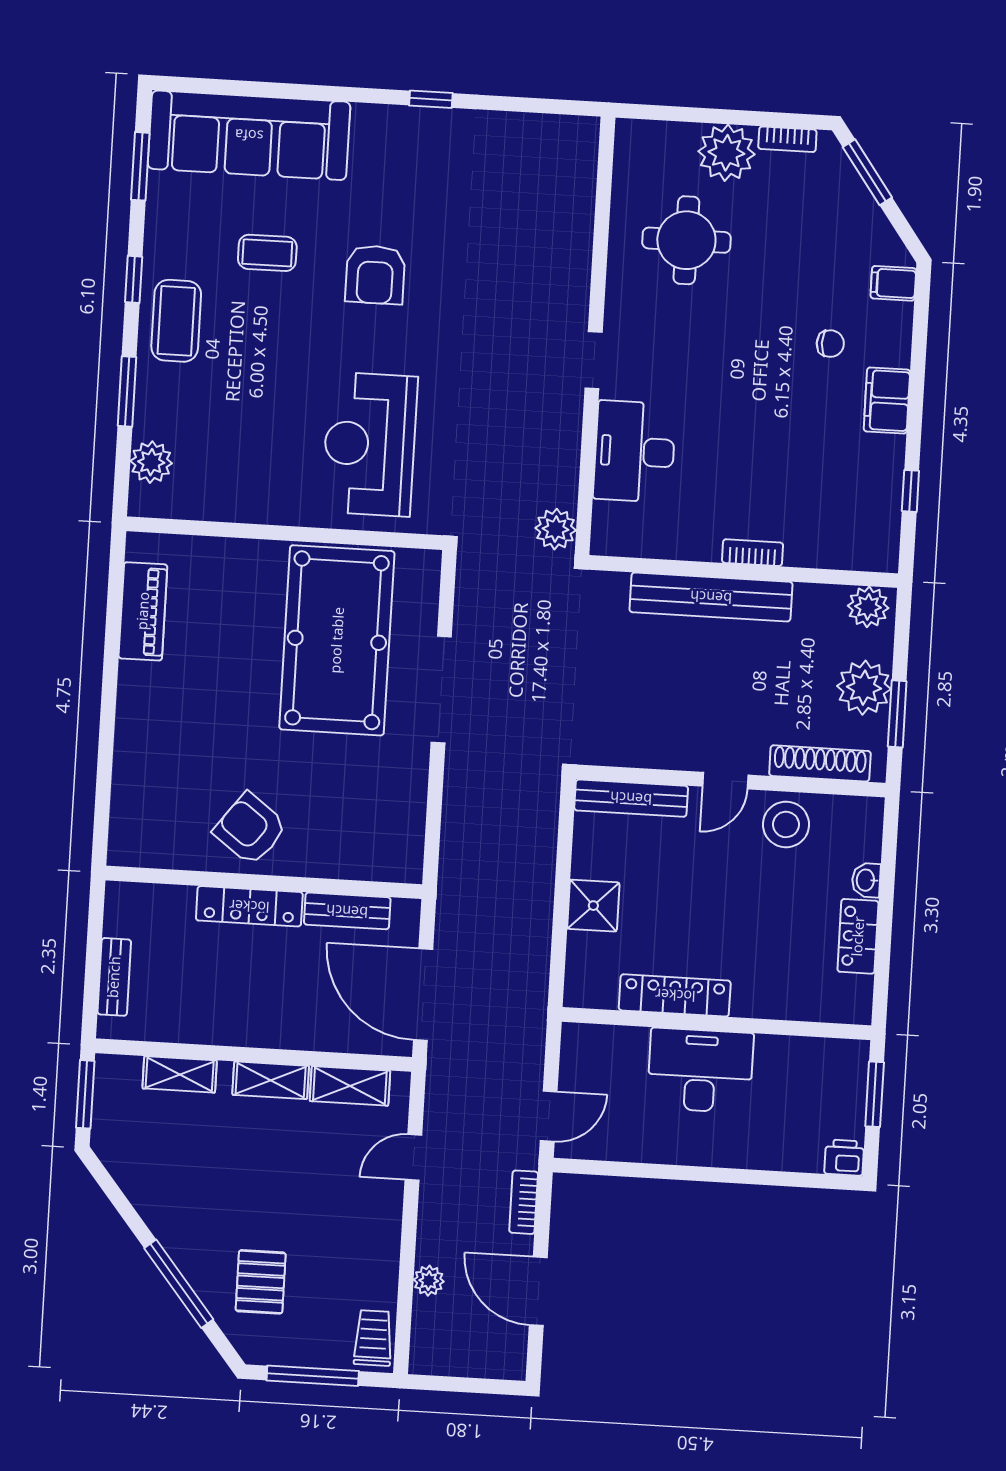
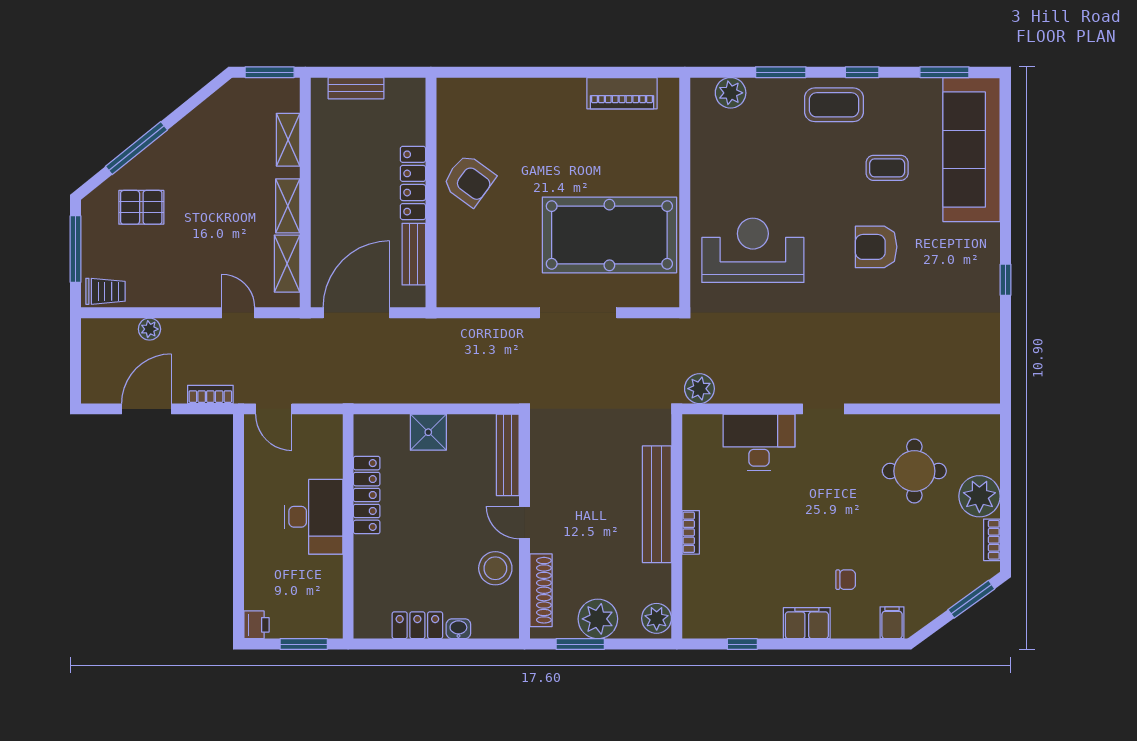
coffee table: (267, 253) -> (887, 168), turned 90
chair: (830, 344) -> (846, 580), turned -90
armchair: (250, 829) -> (469, 180), turned 89

